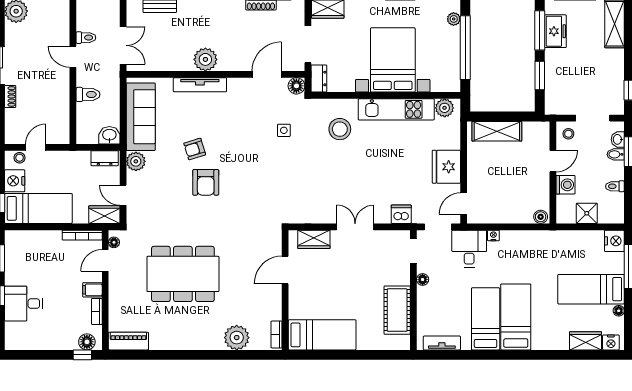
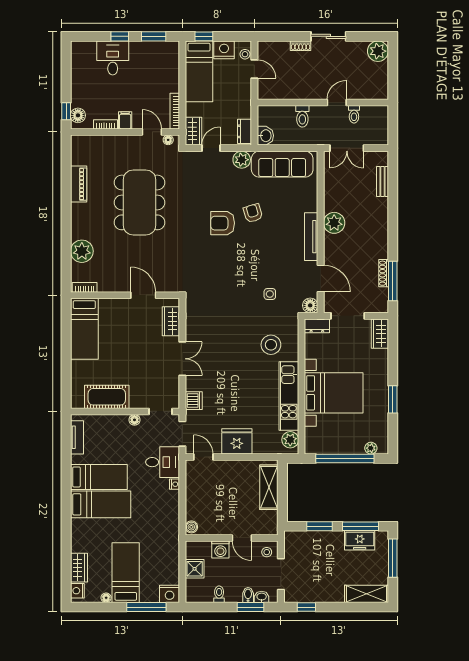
tv unit: (200, 85) -> (311, 237), moved
piano: (128, 341) -> (79, 184), moved

